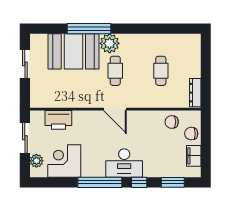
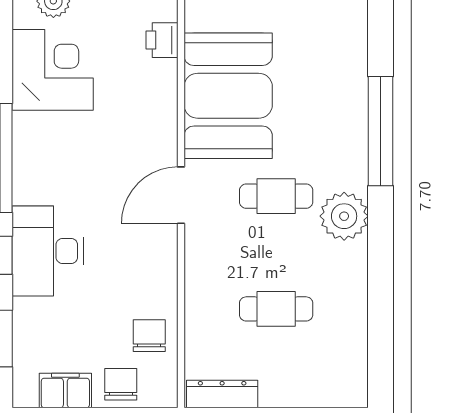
plant: (110, 43) -> (344, 216), moved
booth: (73, 51) -> (228, 96), moved
printer: (58, 120) -> (162, 40), width x0.53, depth x0.68
desk: (124, 163) -> (48, 251), moved

